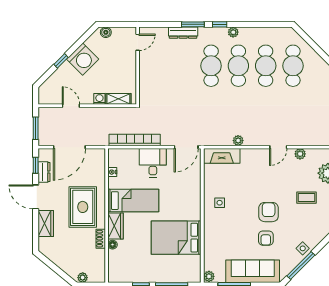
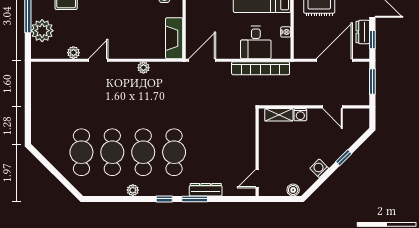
plant: (233, 32) -> (133, 190), moved
washing machine: (83, 59) -> (319, 168), width x0.53, depth x0.53
fireplace: (222, 156) -> (174, 38), moved, turned -90
desk: (153, 163) -> (256, 42), moved

